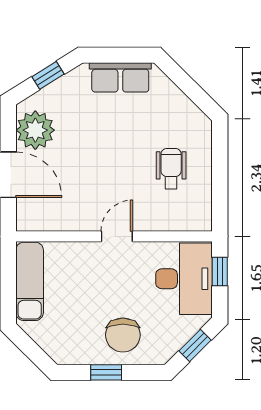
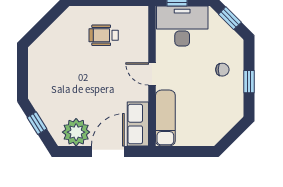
row of seats: (120, 77) -> (138, 124), moved, turned 180
exam couch: (30, 281) -> (165, 118), moved, turned 90
chair: (123, 335) -> (222, 70), width x0.54, depth x0.54

